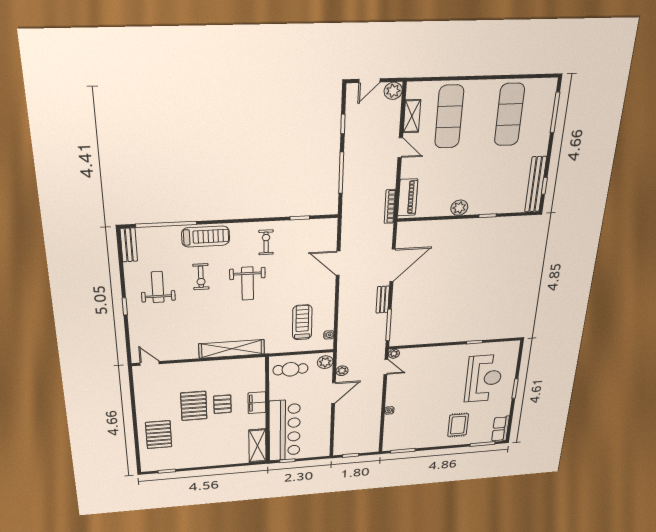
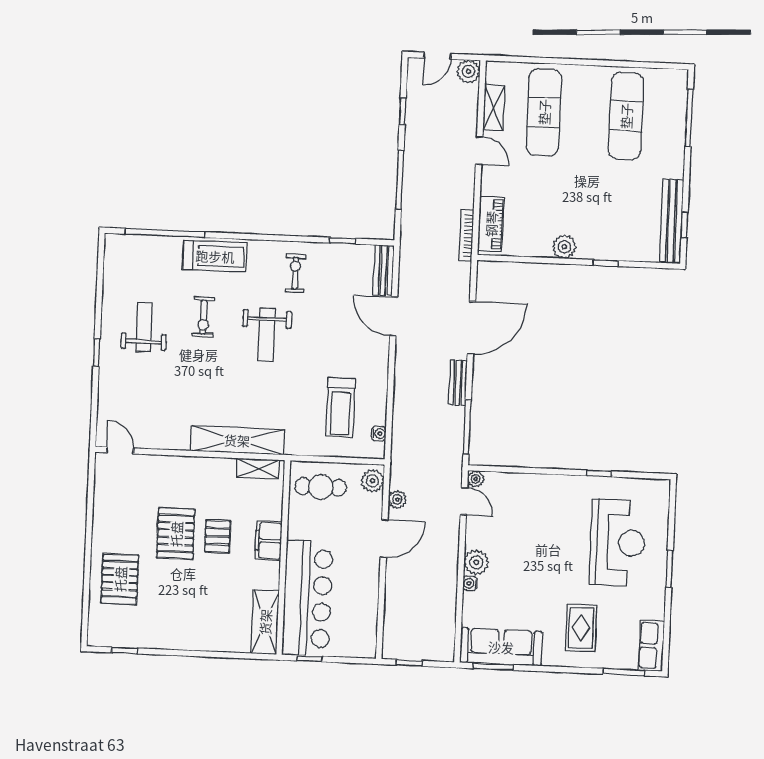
bench: (129, 245) -> (383, 270), moved
treadmill: (302, 322) -> (341, 407), turned 180
shelving: (247, 364) -> (258, 469), added
plant: (393, 399) -> (476, 562), added
sofa: (408, 440) -> (501, 647), added

